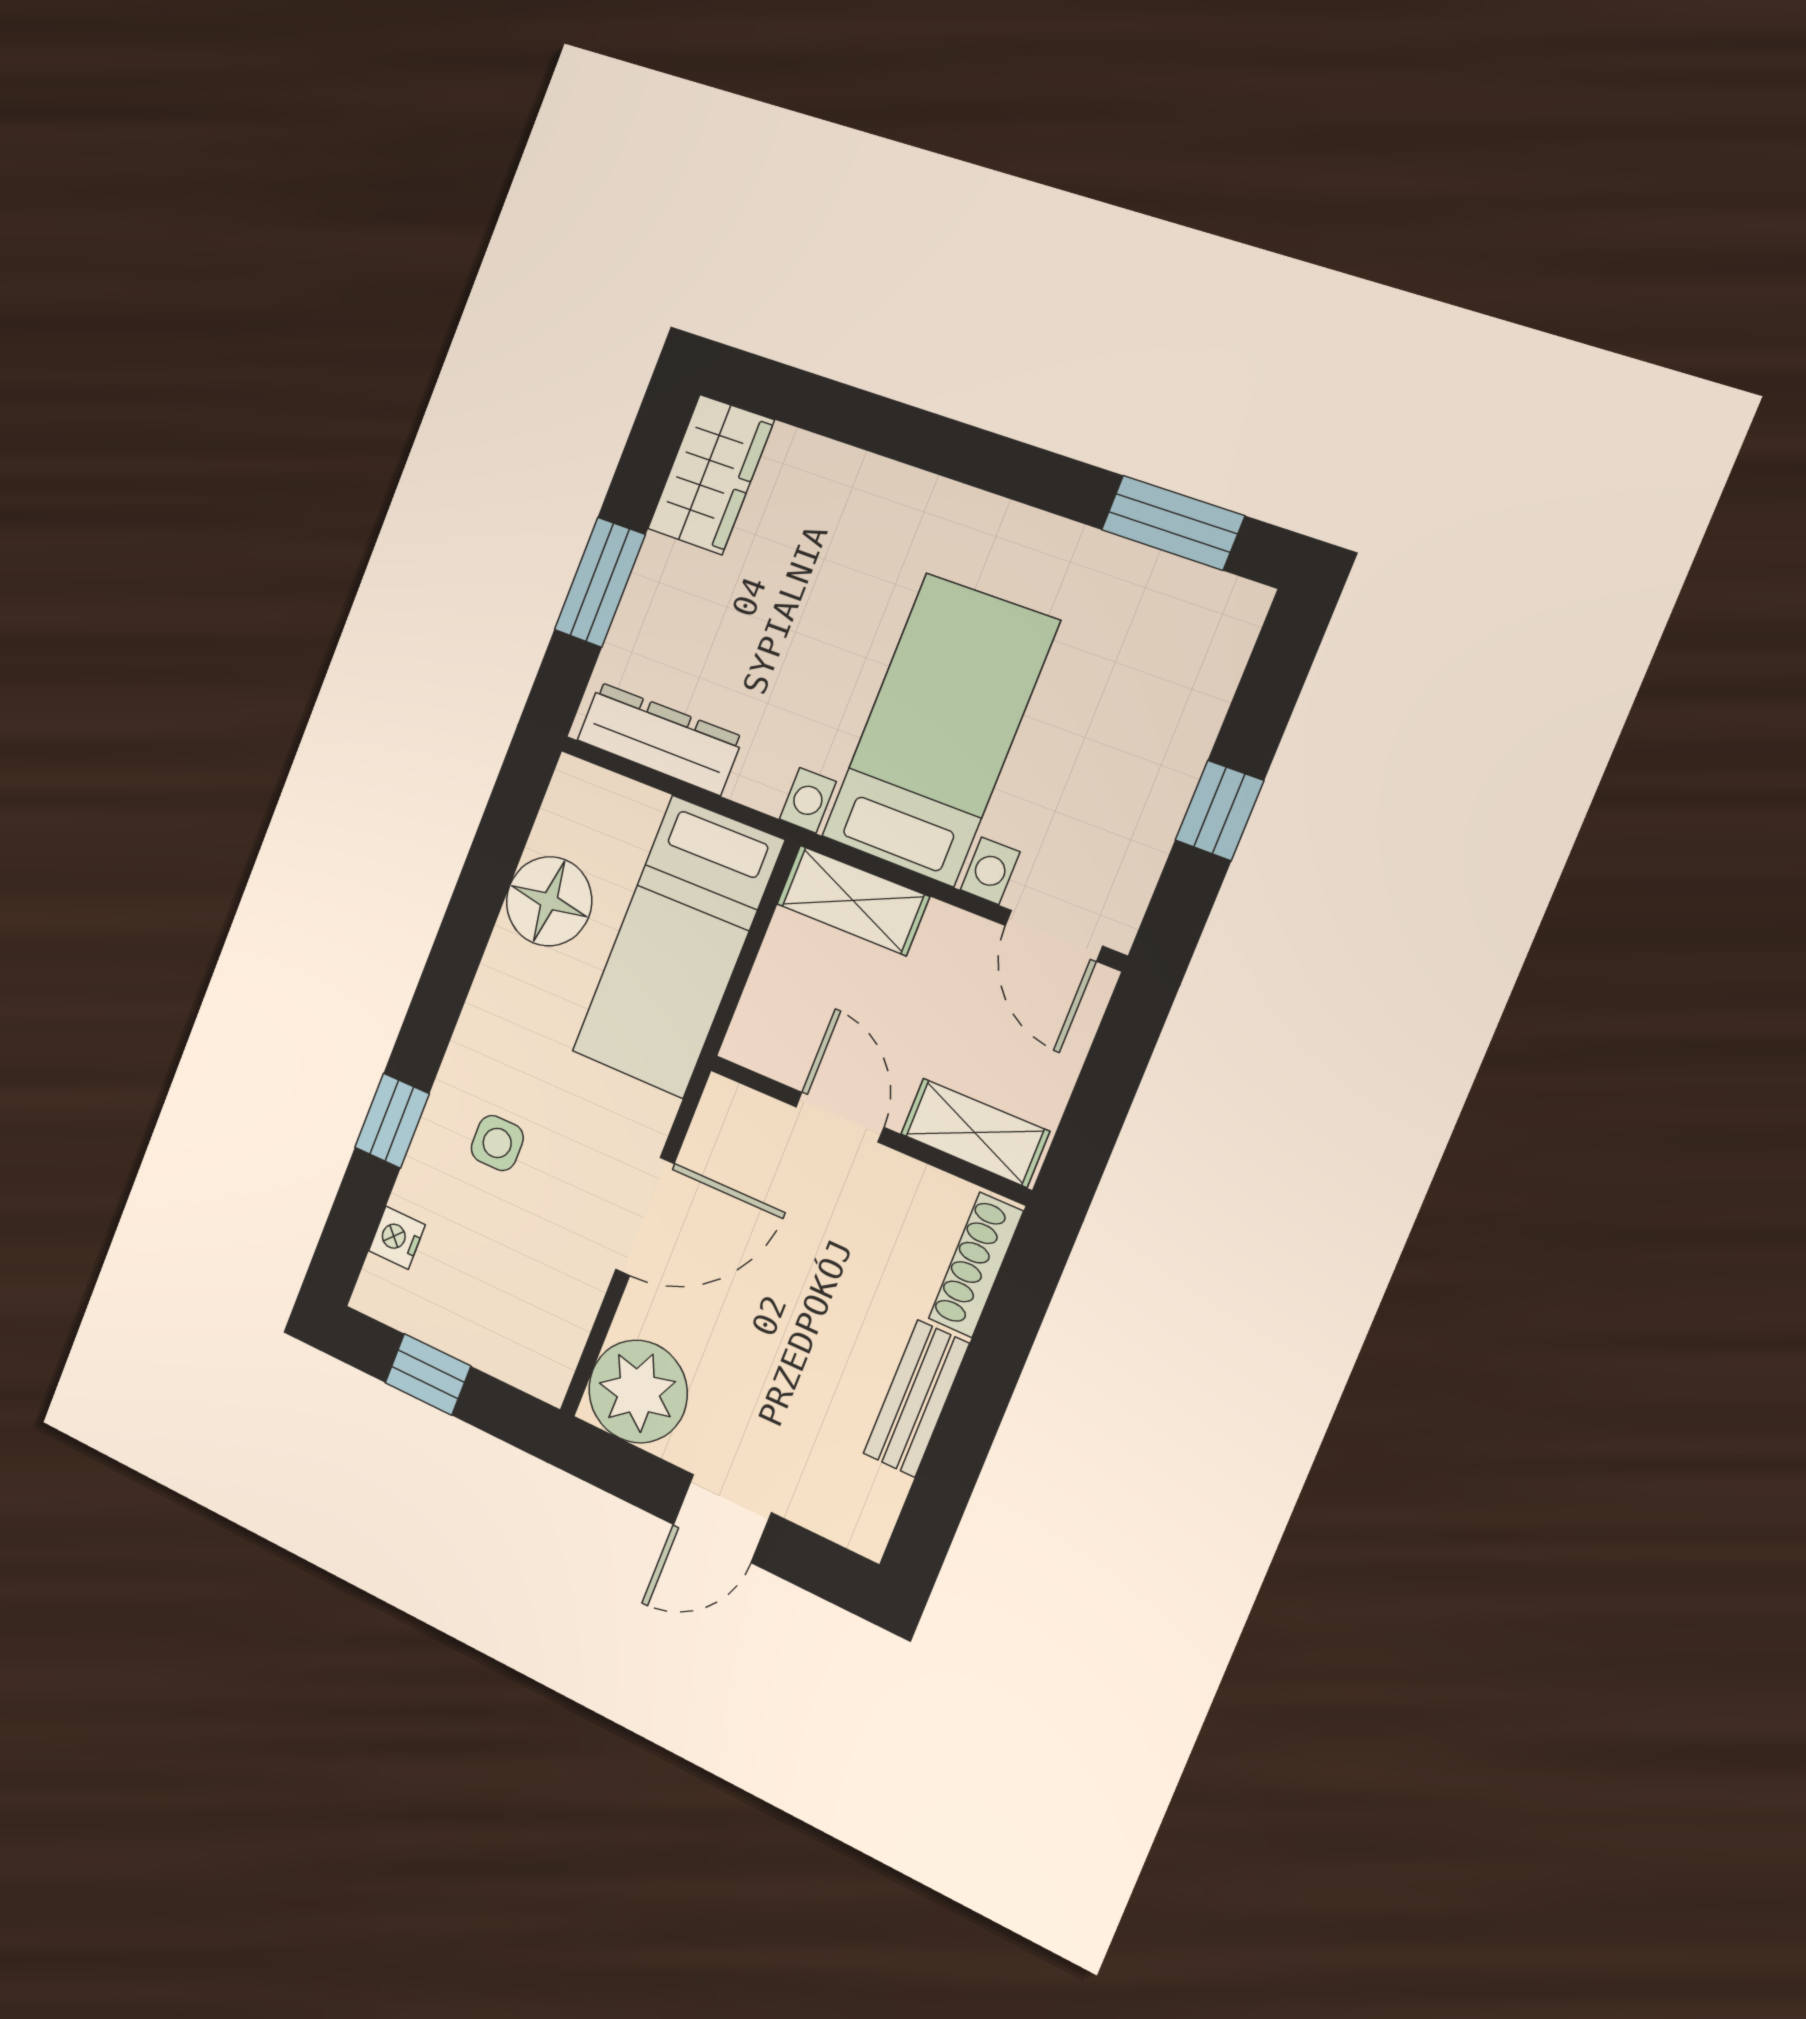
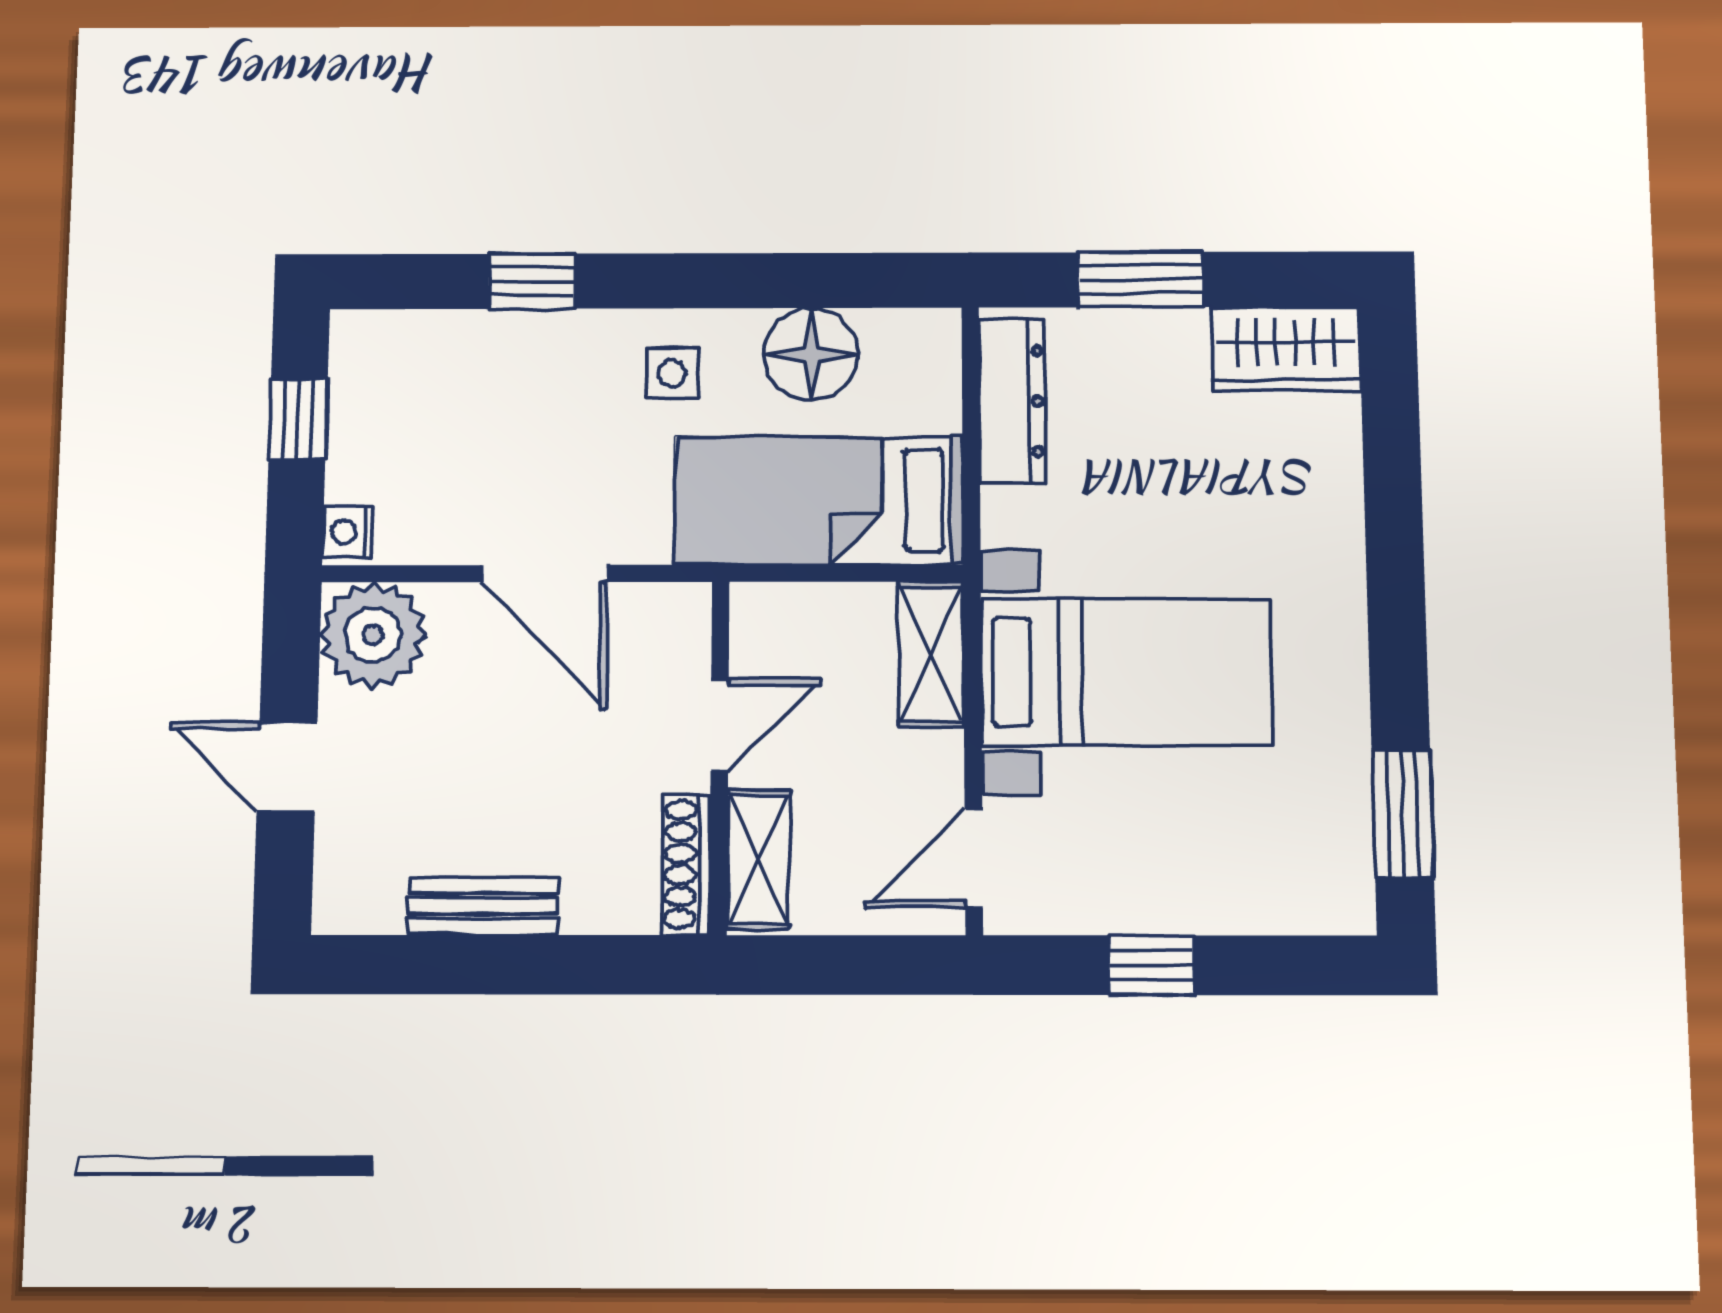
side table: (497, 1143) -> (672, 373), moved
nightstand: (397, 1238) -> (348, 532), moved, turned -90
shoe rack: (976, 1265) -> (686, 864), moved, turned -90

